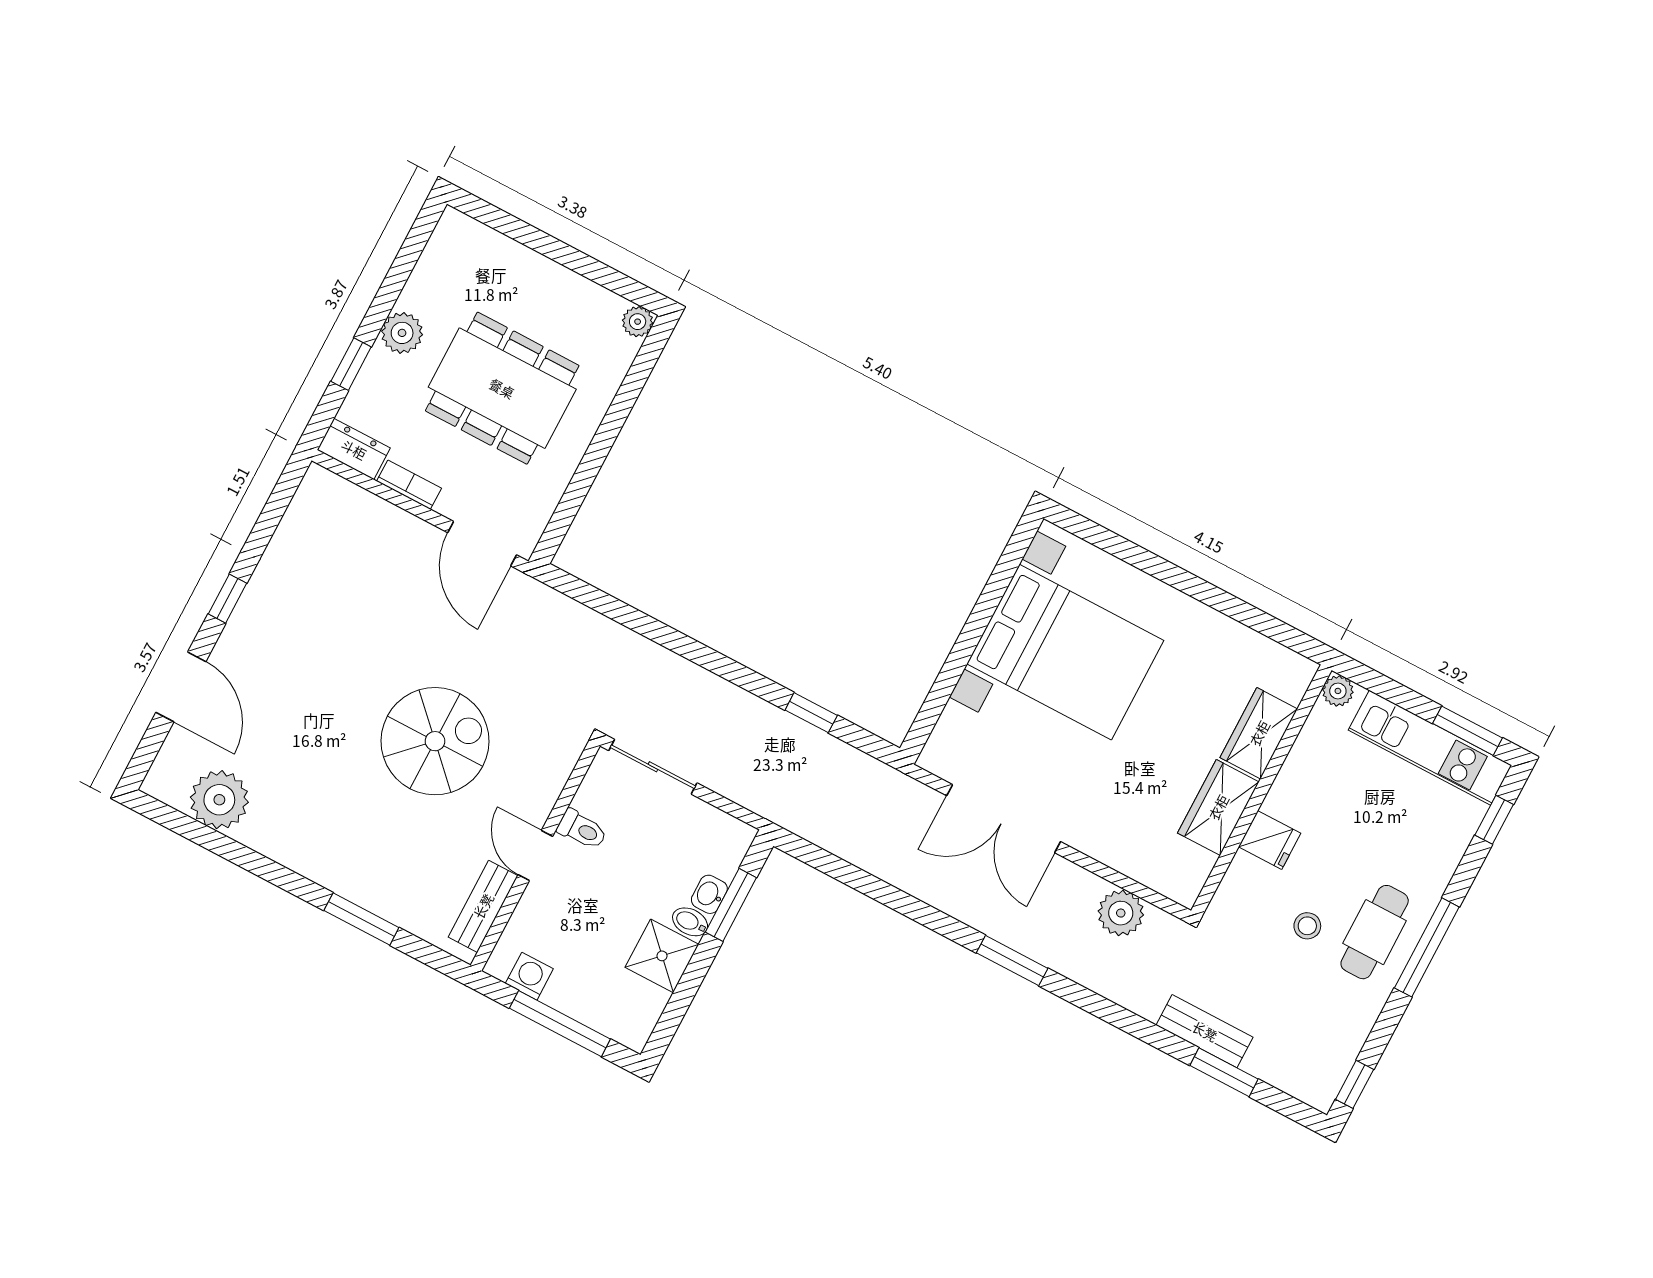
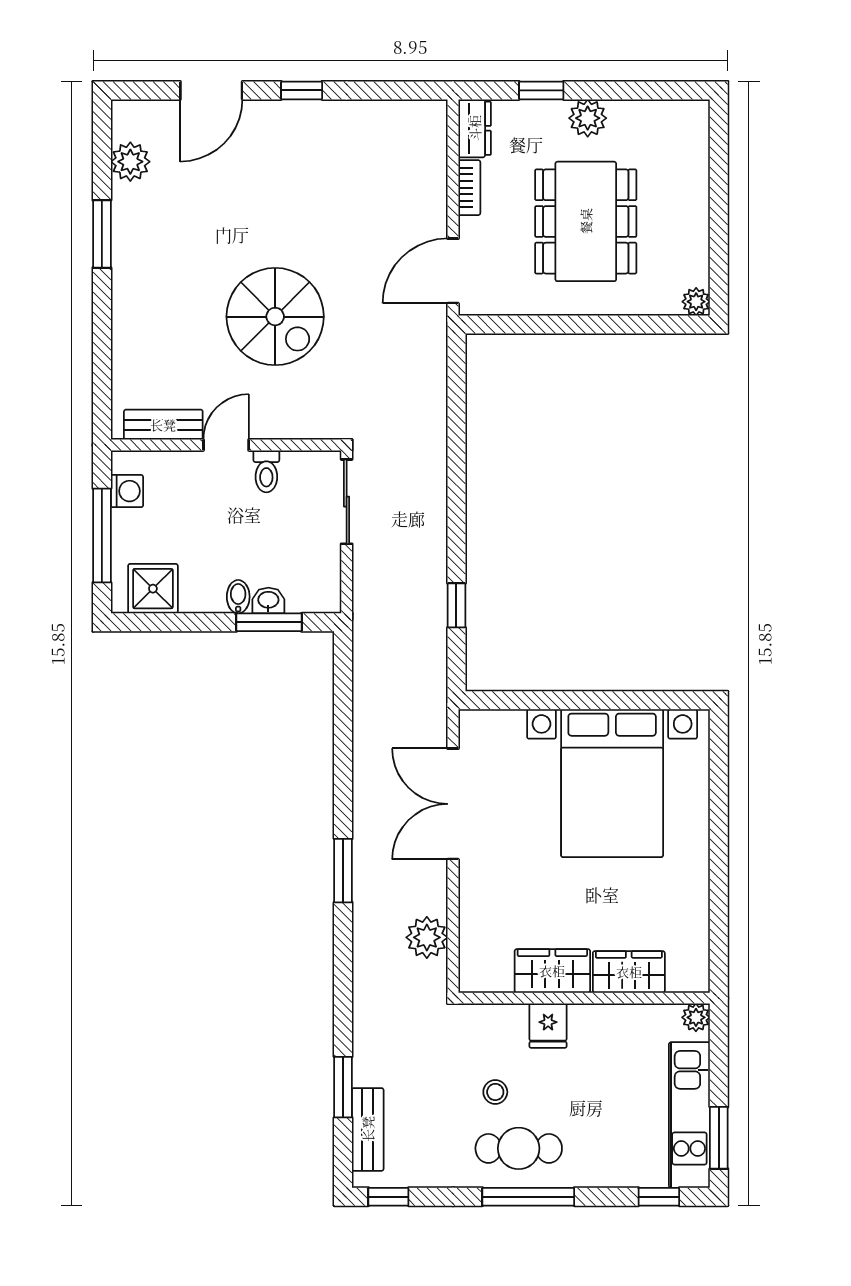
plant: (219, 800) -> (130, 162), width x0.73, depth x0.73
window: (361, 919) -> (102, 234), moved
shower: (662, 956) -> (153, 589), moved
bench: (1205, 1031) -> (368, 1129), moved

